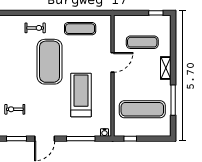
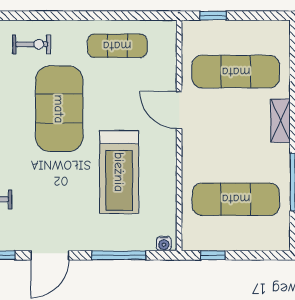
window: (156, 13) -> (213, 16), moved
exercise mat: (142, 42) -> (236, 72), width x1.36, depth x1.45
door: (113, 62) -> (179, 110), swing flipped
treadmill: (81, 95) -> (119, 172), turned 180

